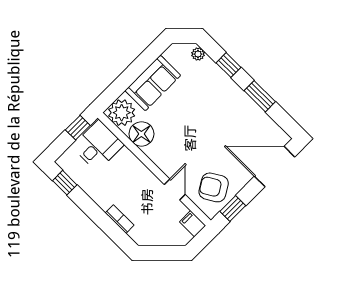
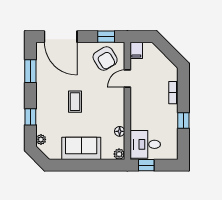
window: (260, 96) -> (30, 71), moved
plant: (122, 113) -> (119, 154), width x0.53, depth x0.53
coffee table: (202, 120) -> (75, 102), added
floor lamp: (141, 134) -> (120, 131), width x0.53, depth x0.53
window: (65, 183) -> (183, 121), moved

